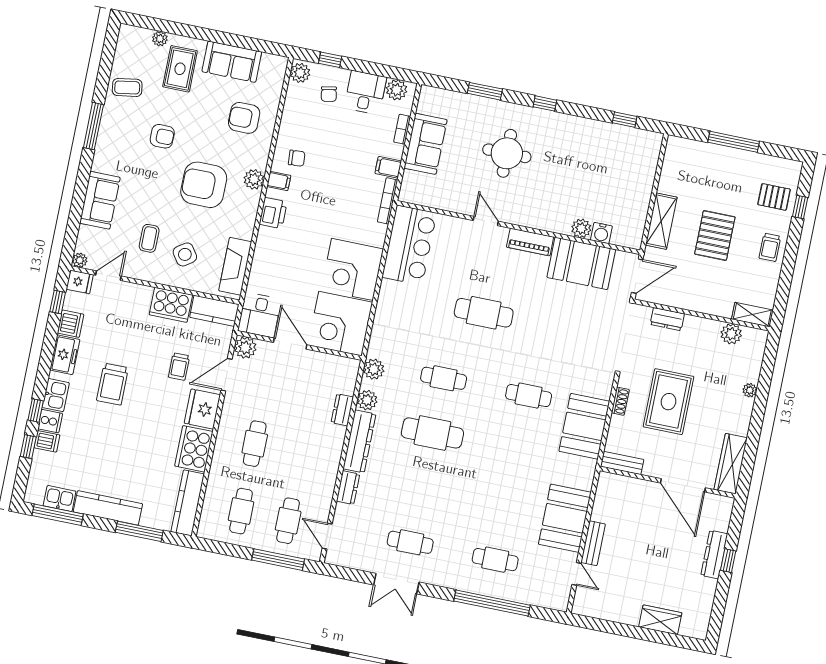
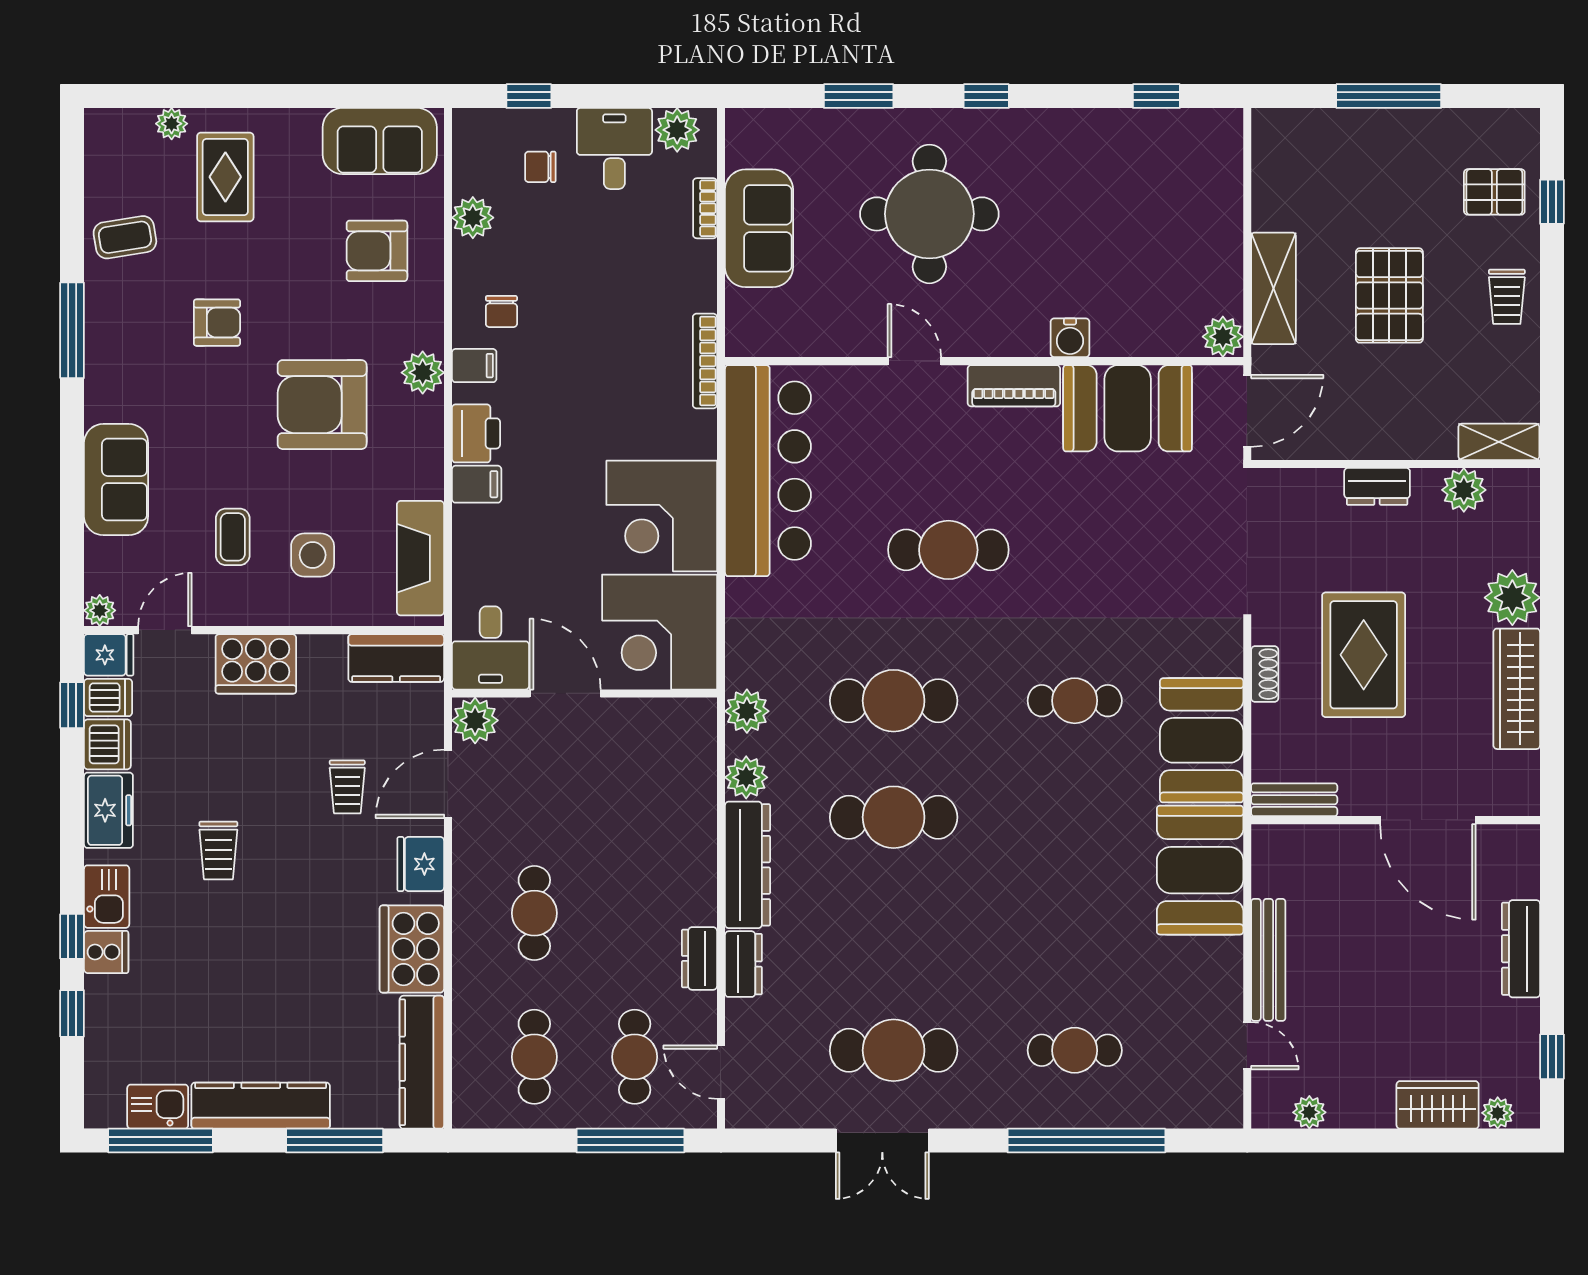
sofa: (232, 62) -> (380, 141), moved
plant: (300, 73) -> (473, 218), moved
chair: (329, 94) -> (540, 167), turned 100
round table: (507, 153) -> (929, 214), width x1.36, depth x1.36
chair: (297, 158) -> (501, 311), turned 94
filing cabinet: (388, 167) -> (477, 484), moved, turned 180
plant: (581, 228) -> (1223, 337), moved
water cooler: (601, 233) -> (1070, 338), moved
bar counter: (409, 245) -> (768, 471), width x1.36
side table: (185, 254) -> (313, 555), turned 35
cooker: (171, 305) -> (256, 664), moved
dresser: (667, 319) -> (1377, 486), moved
cafe table: (444, 378) -> (894, 701), width x1.37, depth x1.35
trolley: (112, 384) -> (218, 850), width x0.73, depth x0.72
plant: (750, 390) -> (1512, 598), width x1.88, depth x1.88
fridge: (202, 409) -> (421, 864), width x0.73, depth x0.75
dresser: (342, 410) -> (699, 958), moved
dishwasher: (47, 441) -> (108, 698), moved
wardrobe: (731, 464) -> (1517, 689), moved
booth: (565, 518) -> (1200, 870), moved
cafe table: (410, 542) -> (894, 1050), width x1.37, depth x1.35
bench: (593, 543) -> (1268, 960), width x1.36
window: (728, 561) -> (1552, 1057), moved
plant: (599, 611) -> (1309, 1112), added
plant: (688, 629) -> (1498, 1113), added

